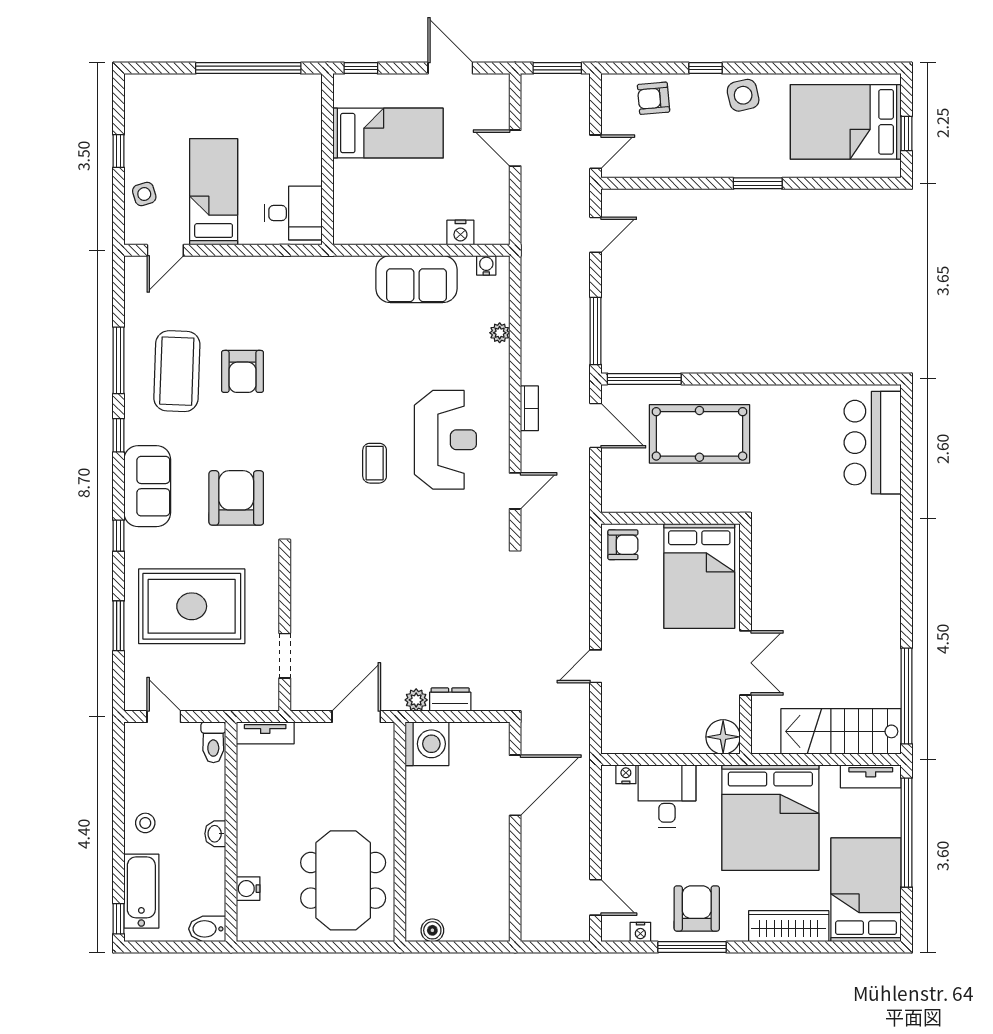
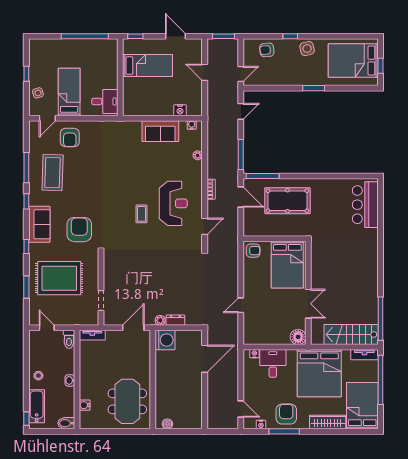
armchair: (243, 371) -> (70, 138), moved

